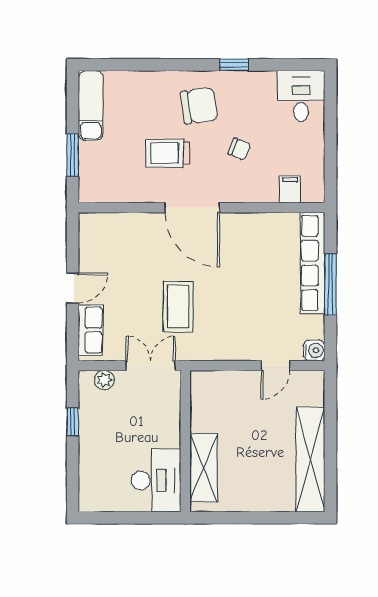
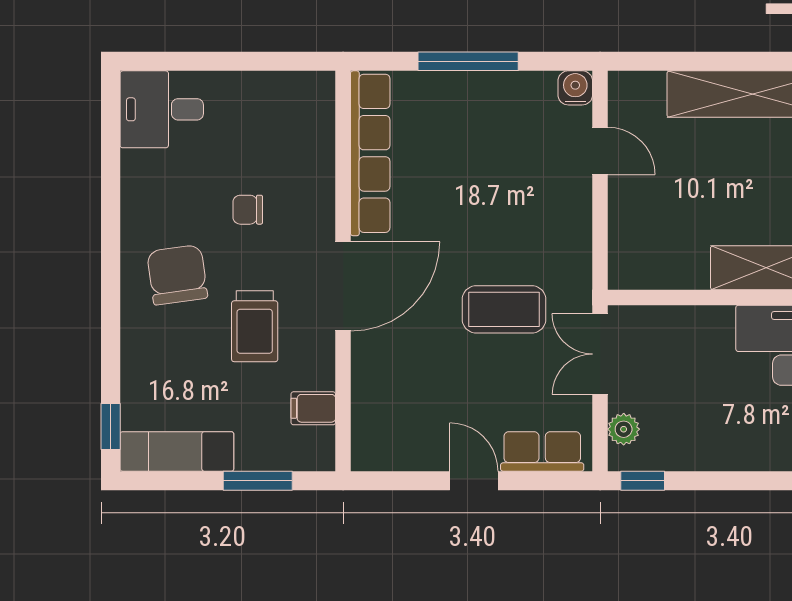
window: (234, 65) -> (111, 426), moved
chair: (239, 149) -> (248, 210), turned -112
filing cabinet: (290, 189) -> (313, 408), moved
row of seats: (313, 263) -> (370, 153), moved, turned -90
window: (73, 422) -> (643, 481), moved

